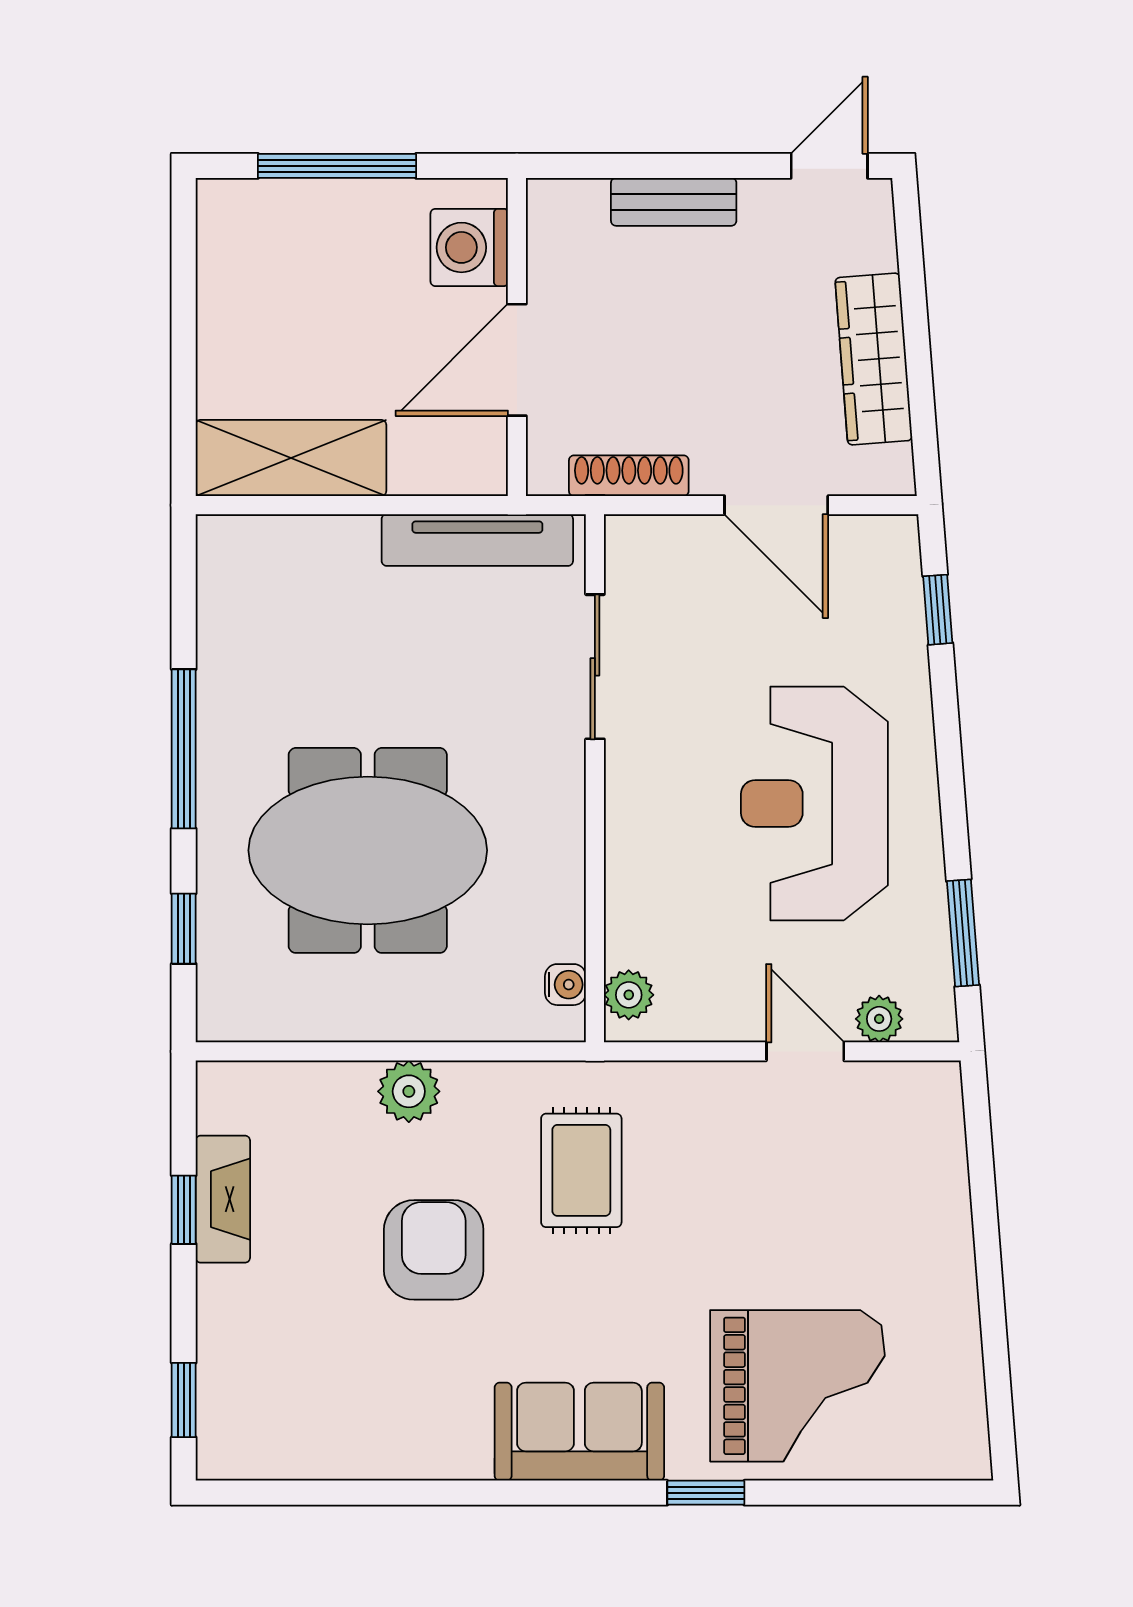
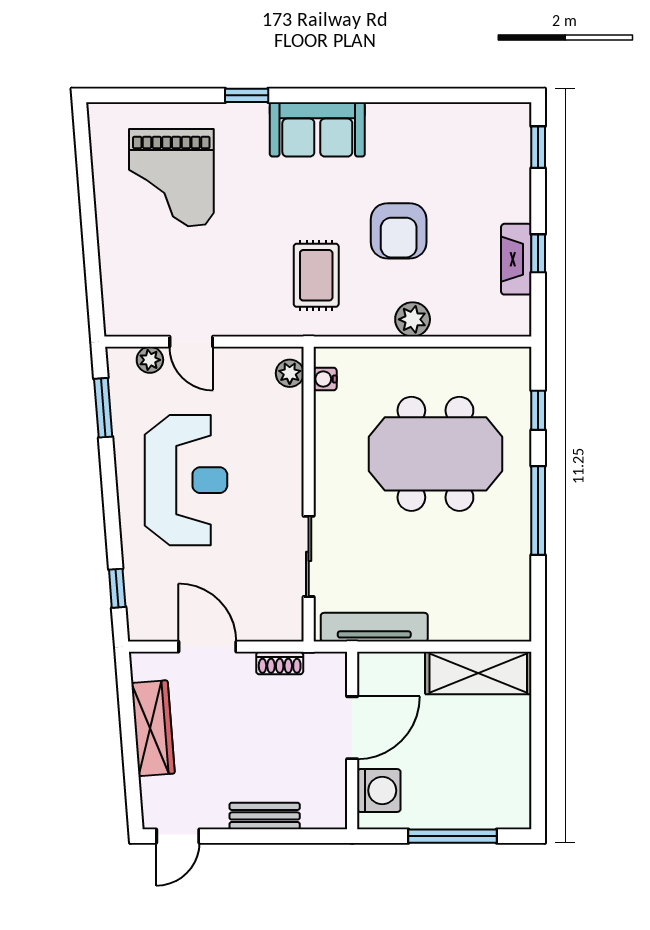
shoe rack: (629, 476) -> (280, 663), width x0.70
grand piano: (797, 1386) -> (171, 178), moved, turned -90

